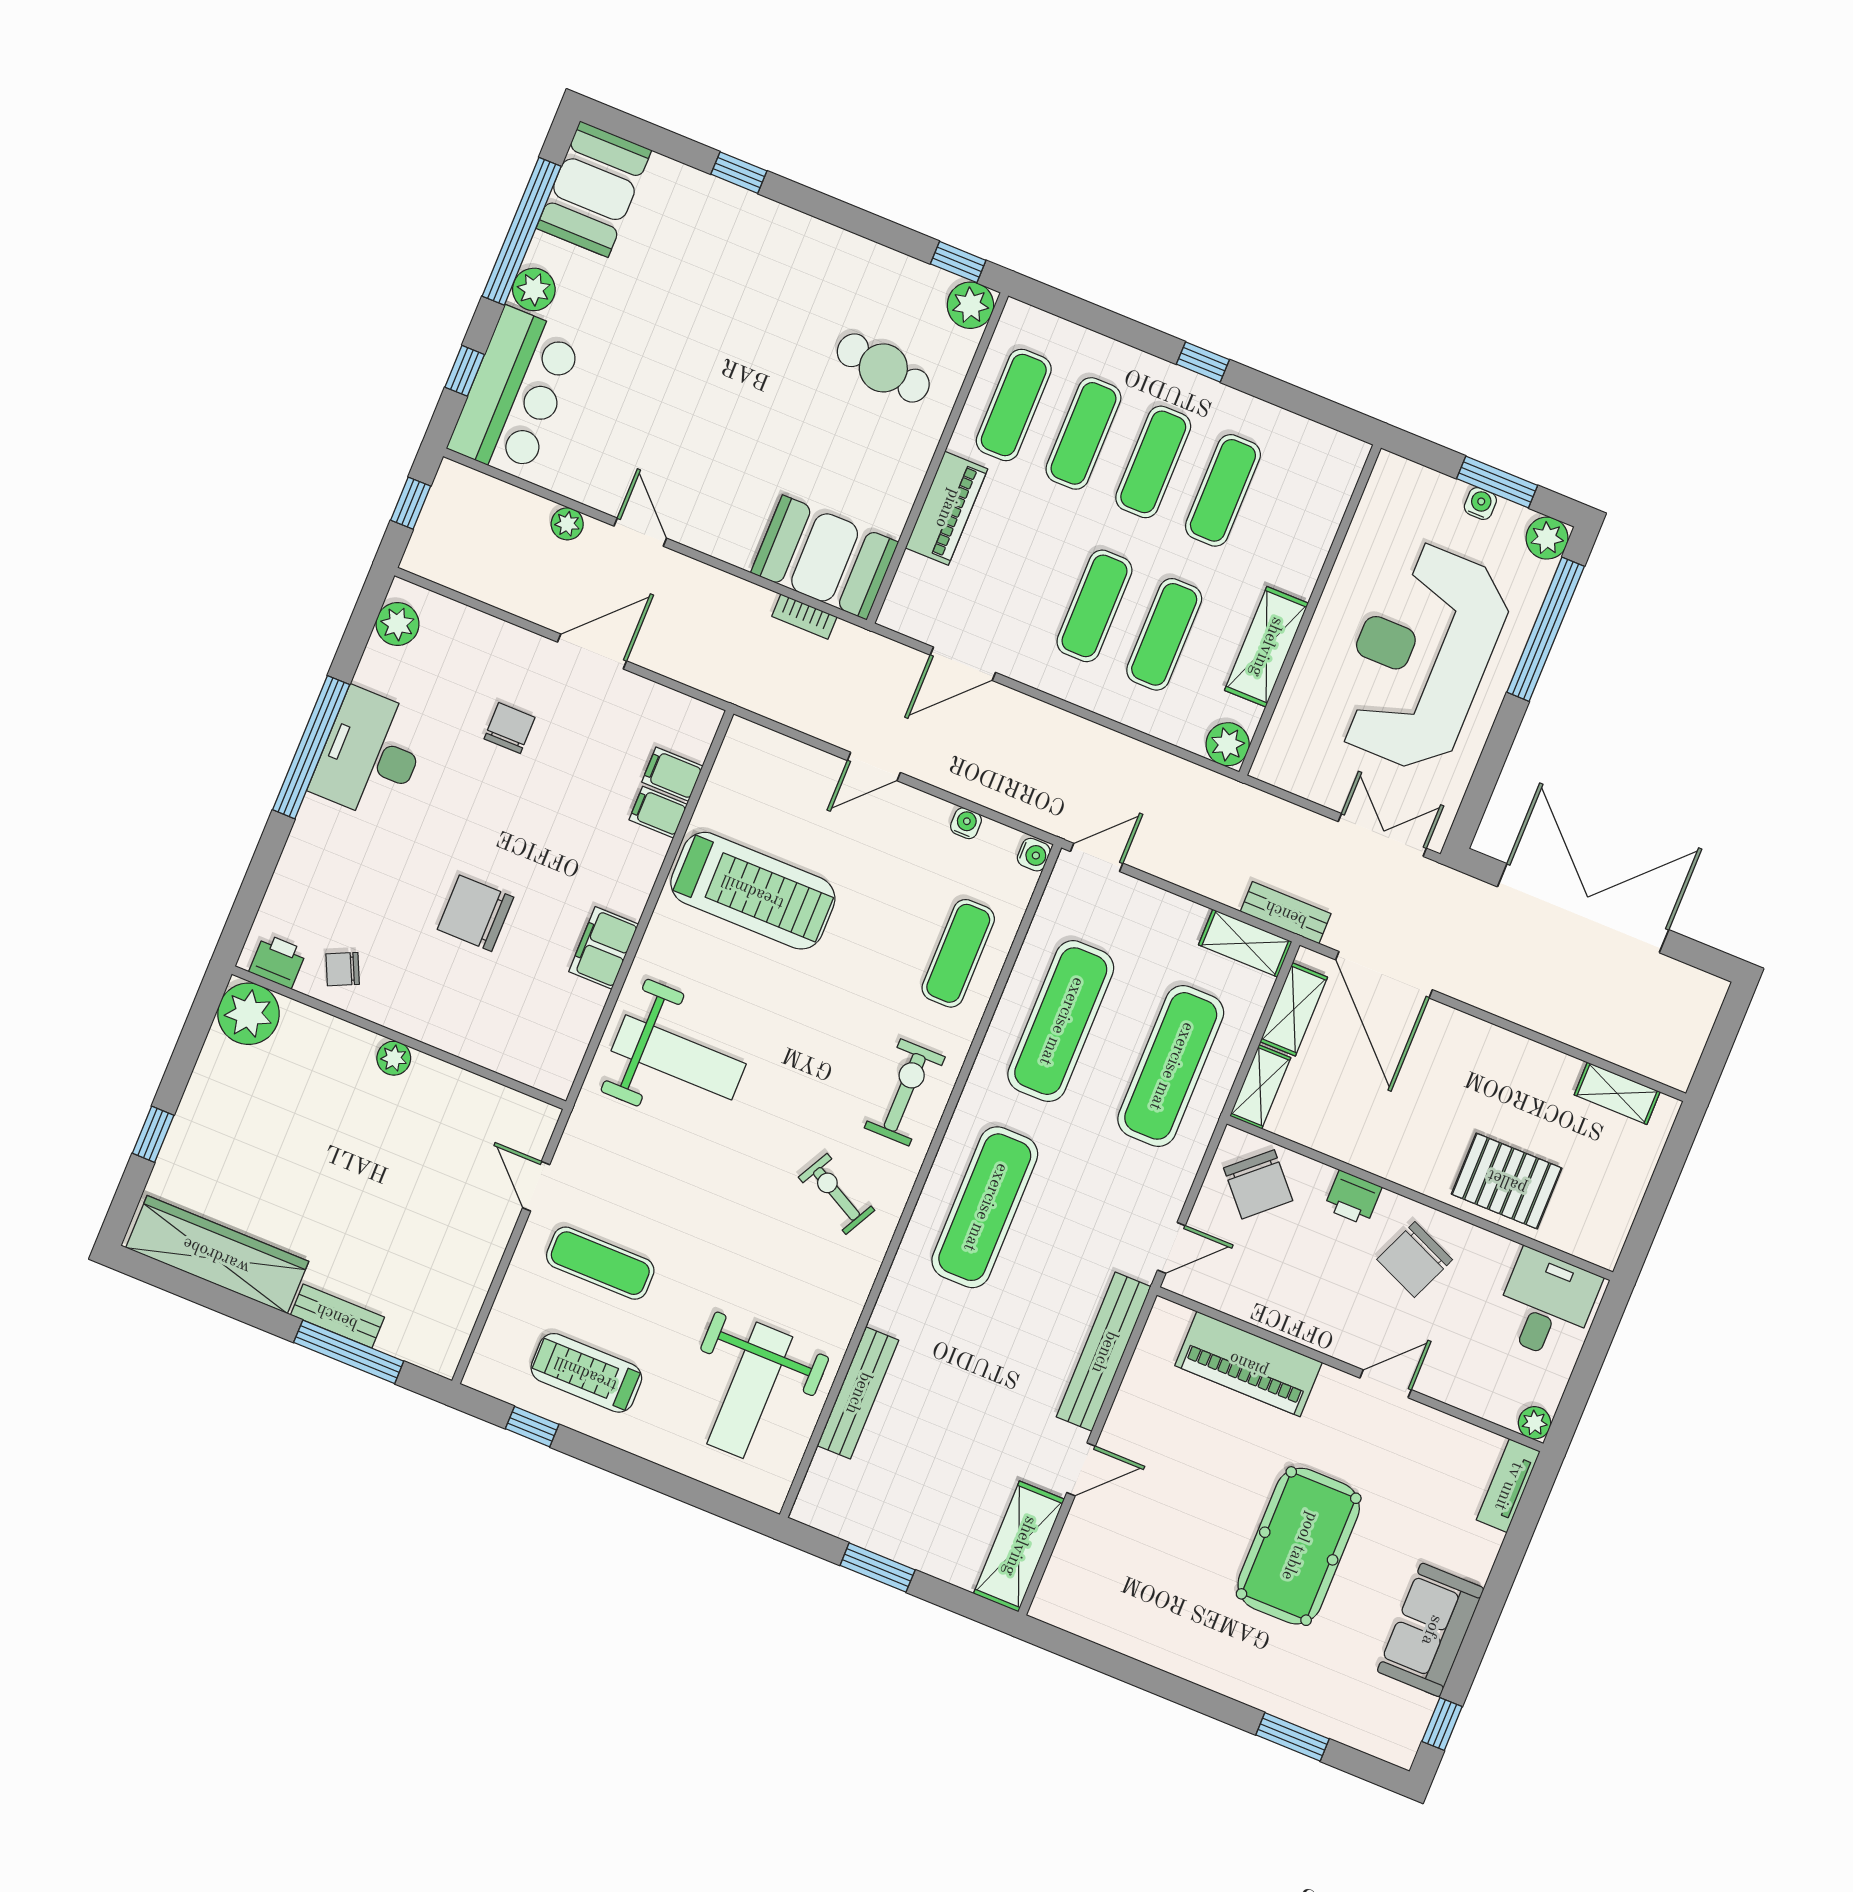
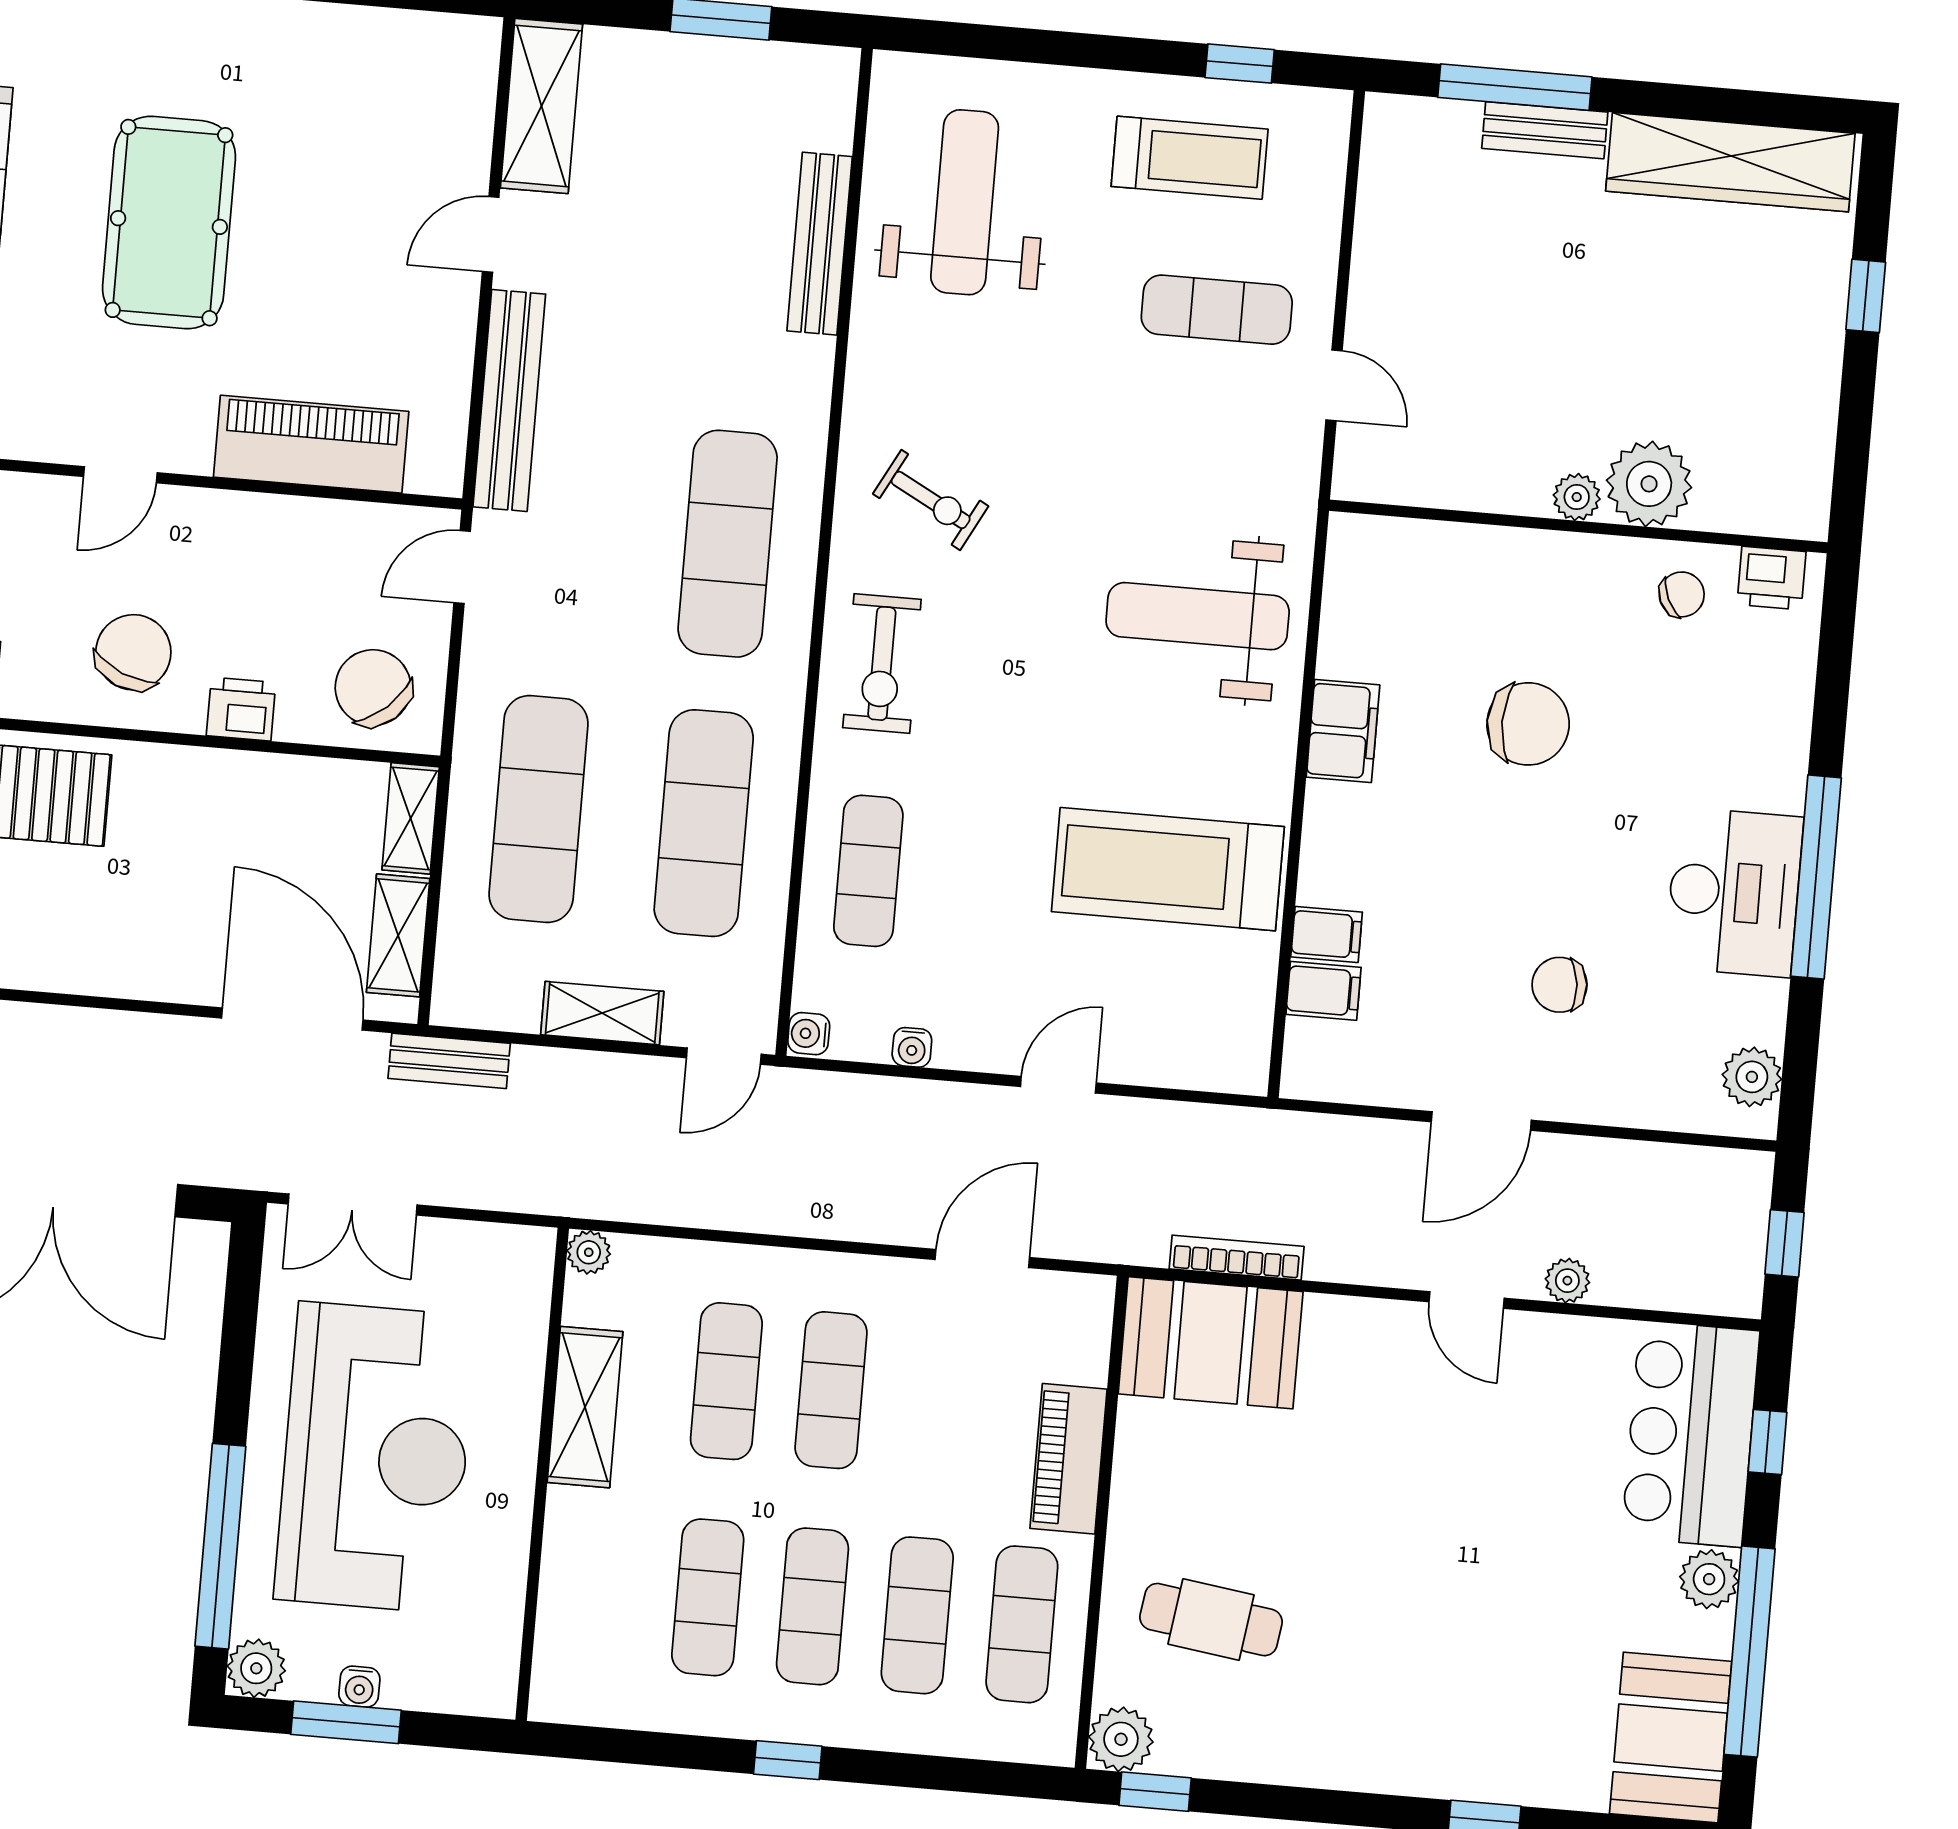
bookcase: (804, 617) -> (1237, 1258), width x1.56
chair: (510, 728) -> (1560, 985), turned 85
plant: (1228, 744) -> (589, 1252), width x0.73, depth x0.73
shelving: (1245, 943) -> (602, 1013), moved
plant: (248, 1014) -> (1649, 484), moved

